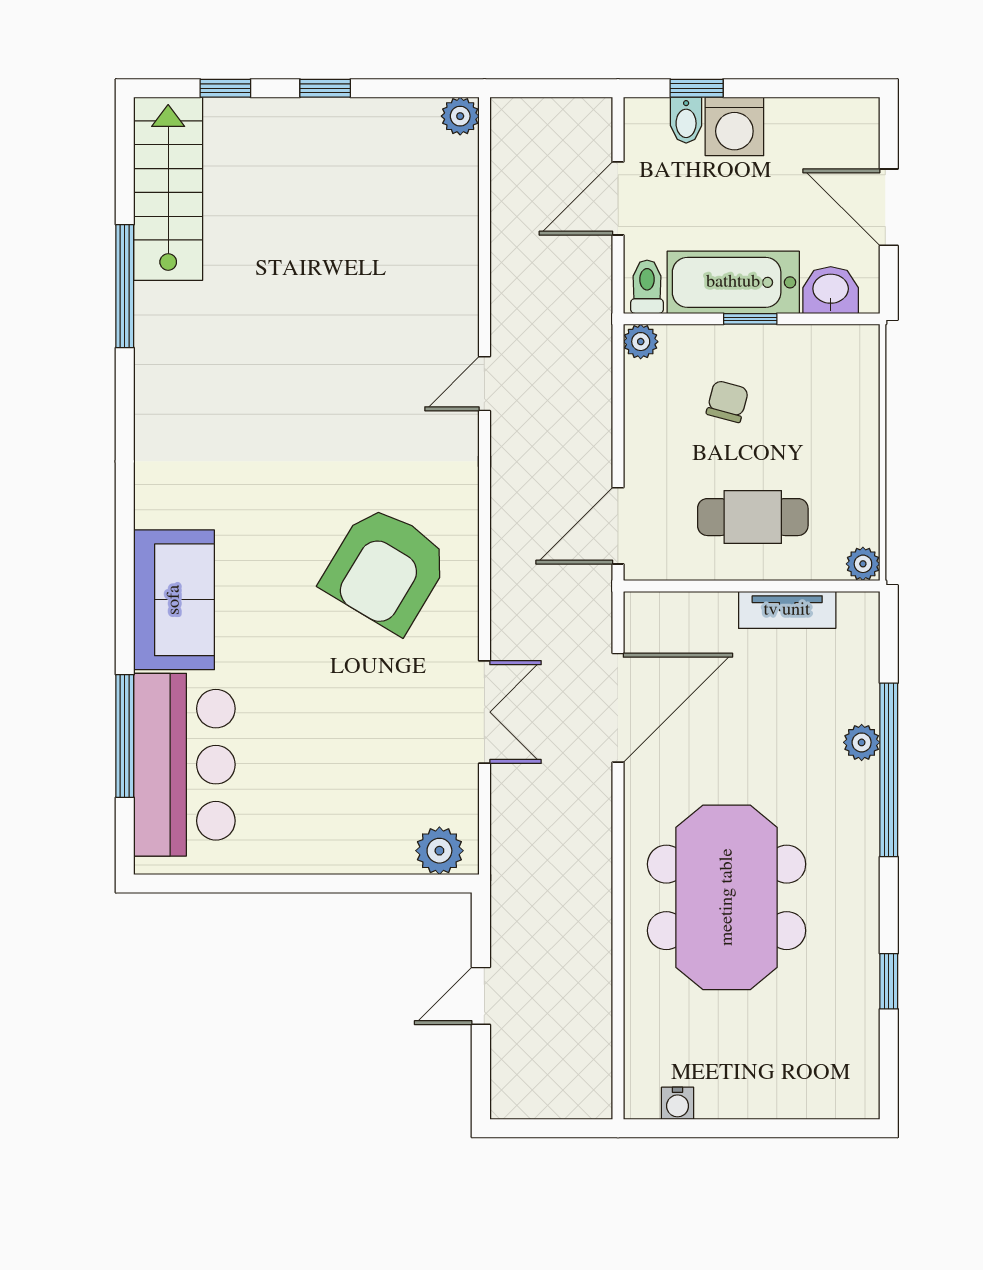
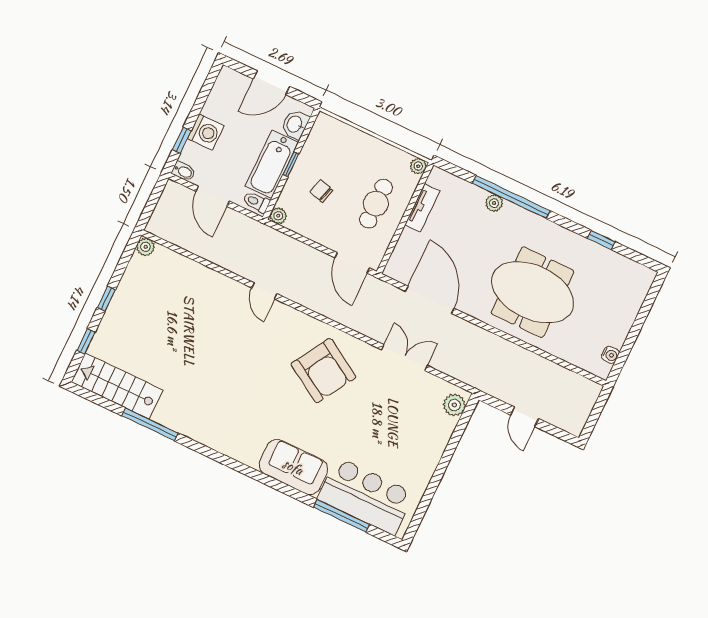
bidet: (686, 120) -> (184, 171), moved

